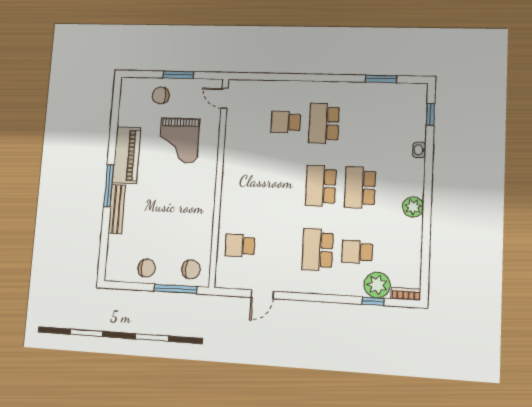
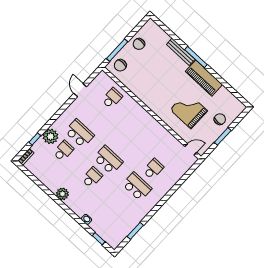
school desk: (360, 187) -> (92, 177), width x0.54
plant: (377, 285) -> (51, 136), moved

